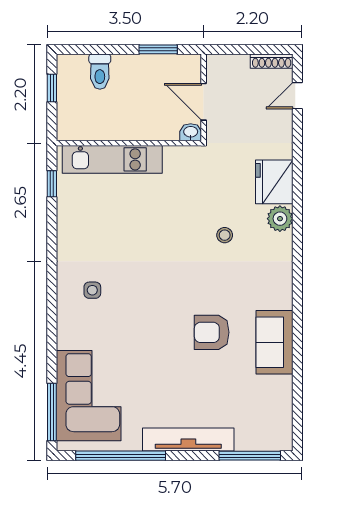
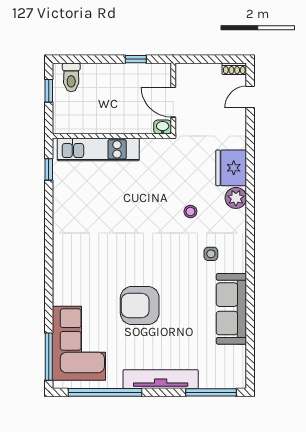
window: (158, 49) -> (136, 59), width x0.67
shoe rack: (272, 61) -> (234, 69), width x0.70
toilet: (100, 72) -> (71, 77), moved
side table: (92, 290) -> (211, 254), moved
armchair: (212, 332) -> (140, 305), moved, width x1.36, depth x1.36
sofa: (275, 342) -> (231, 309), width x1.36

